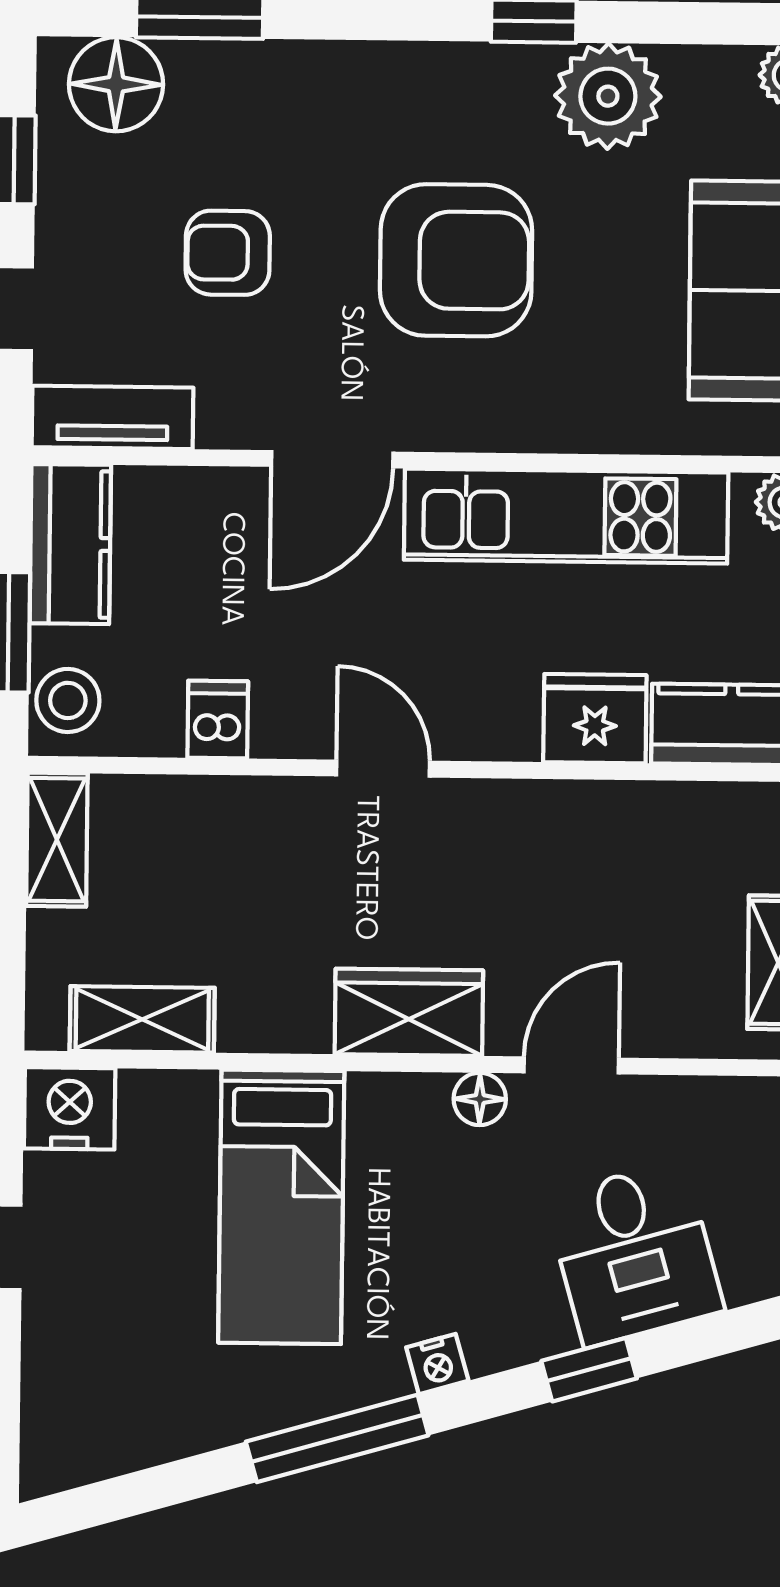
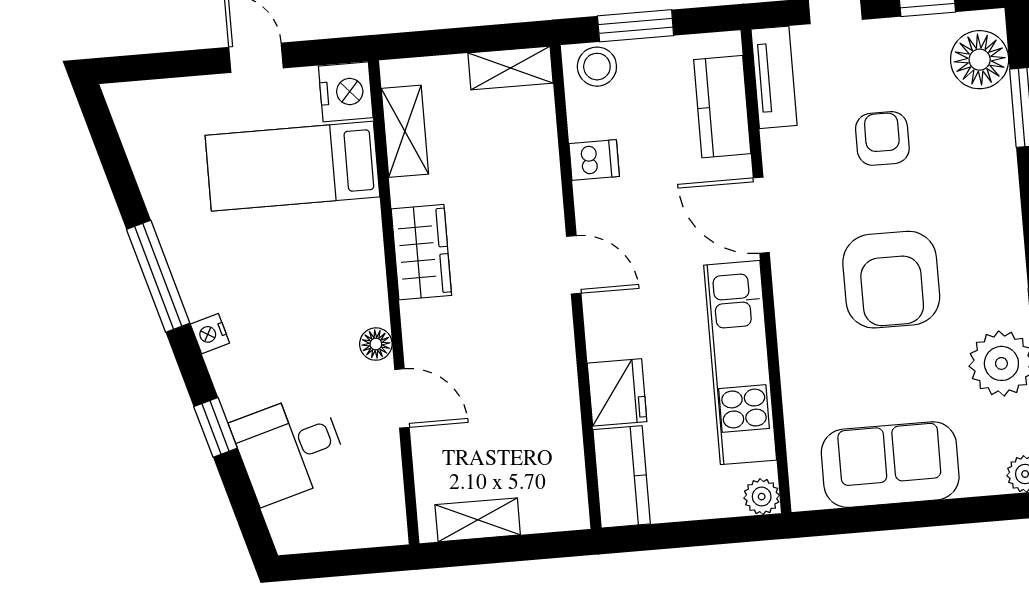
kitchen counter: (70, 544) -> (722, 107), moved, turned 90
door: (383, 769) -> (574, 265), hinge flipped
wardrobe: (409, 1012) -> (421, 252), moved
bed: (281, 1207) -> (292, 166), moved

